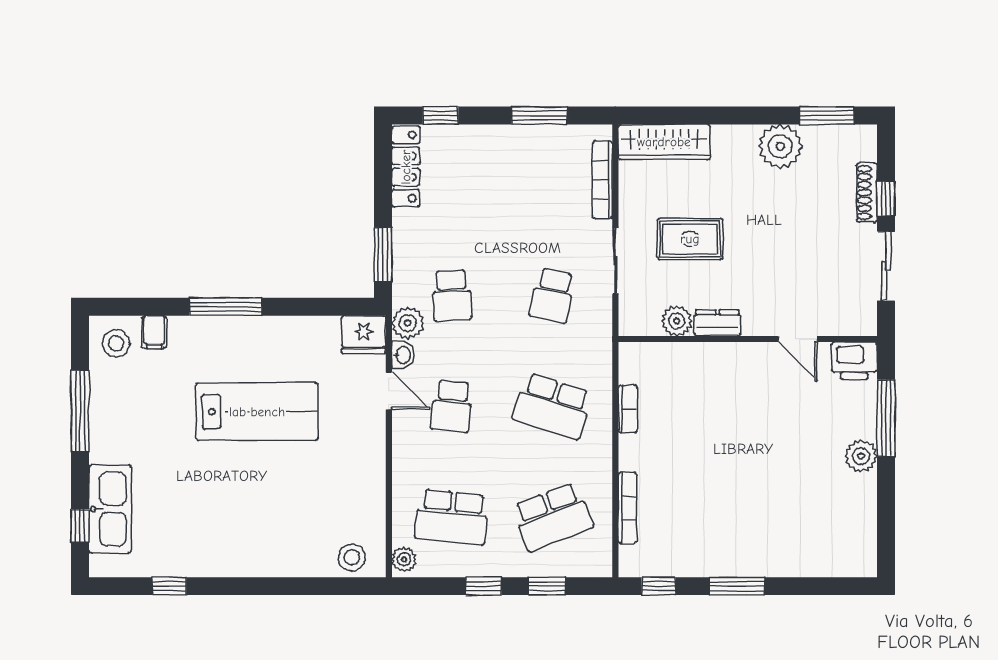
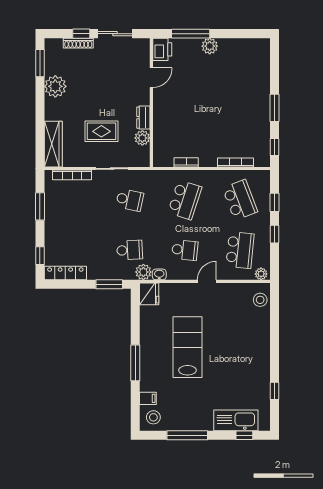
rug: (690, 239) -> (101, 131), turned 90
door: (389, 391) -> (207, 281), moved

